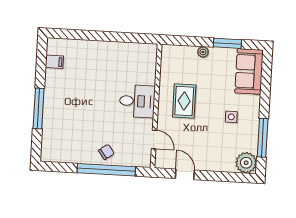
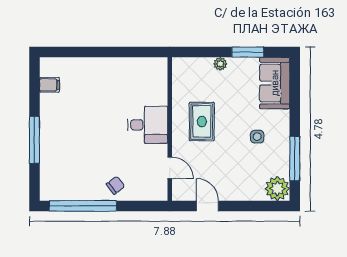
window: (106, 170) -> (83, 206), moved

